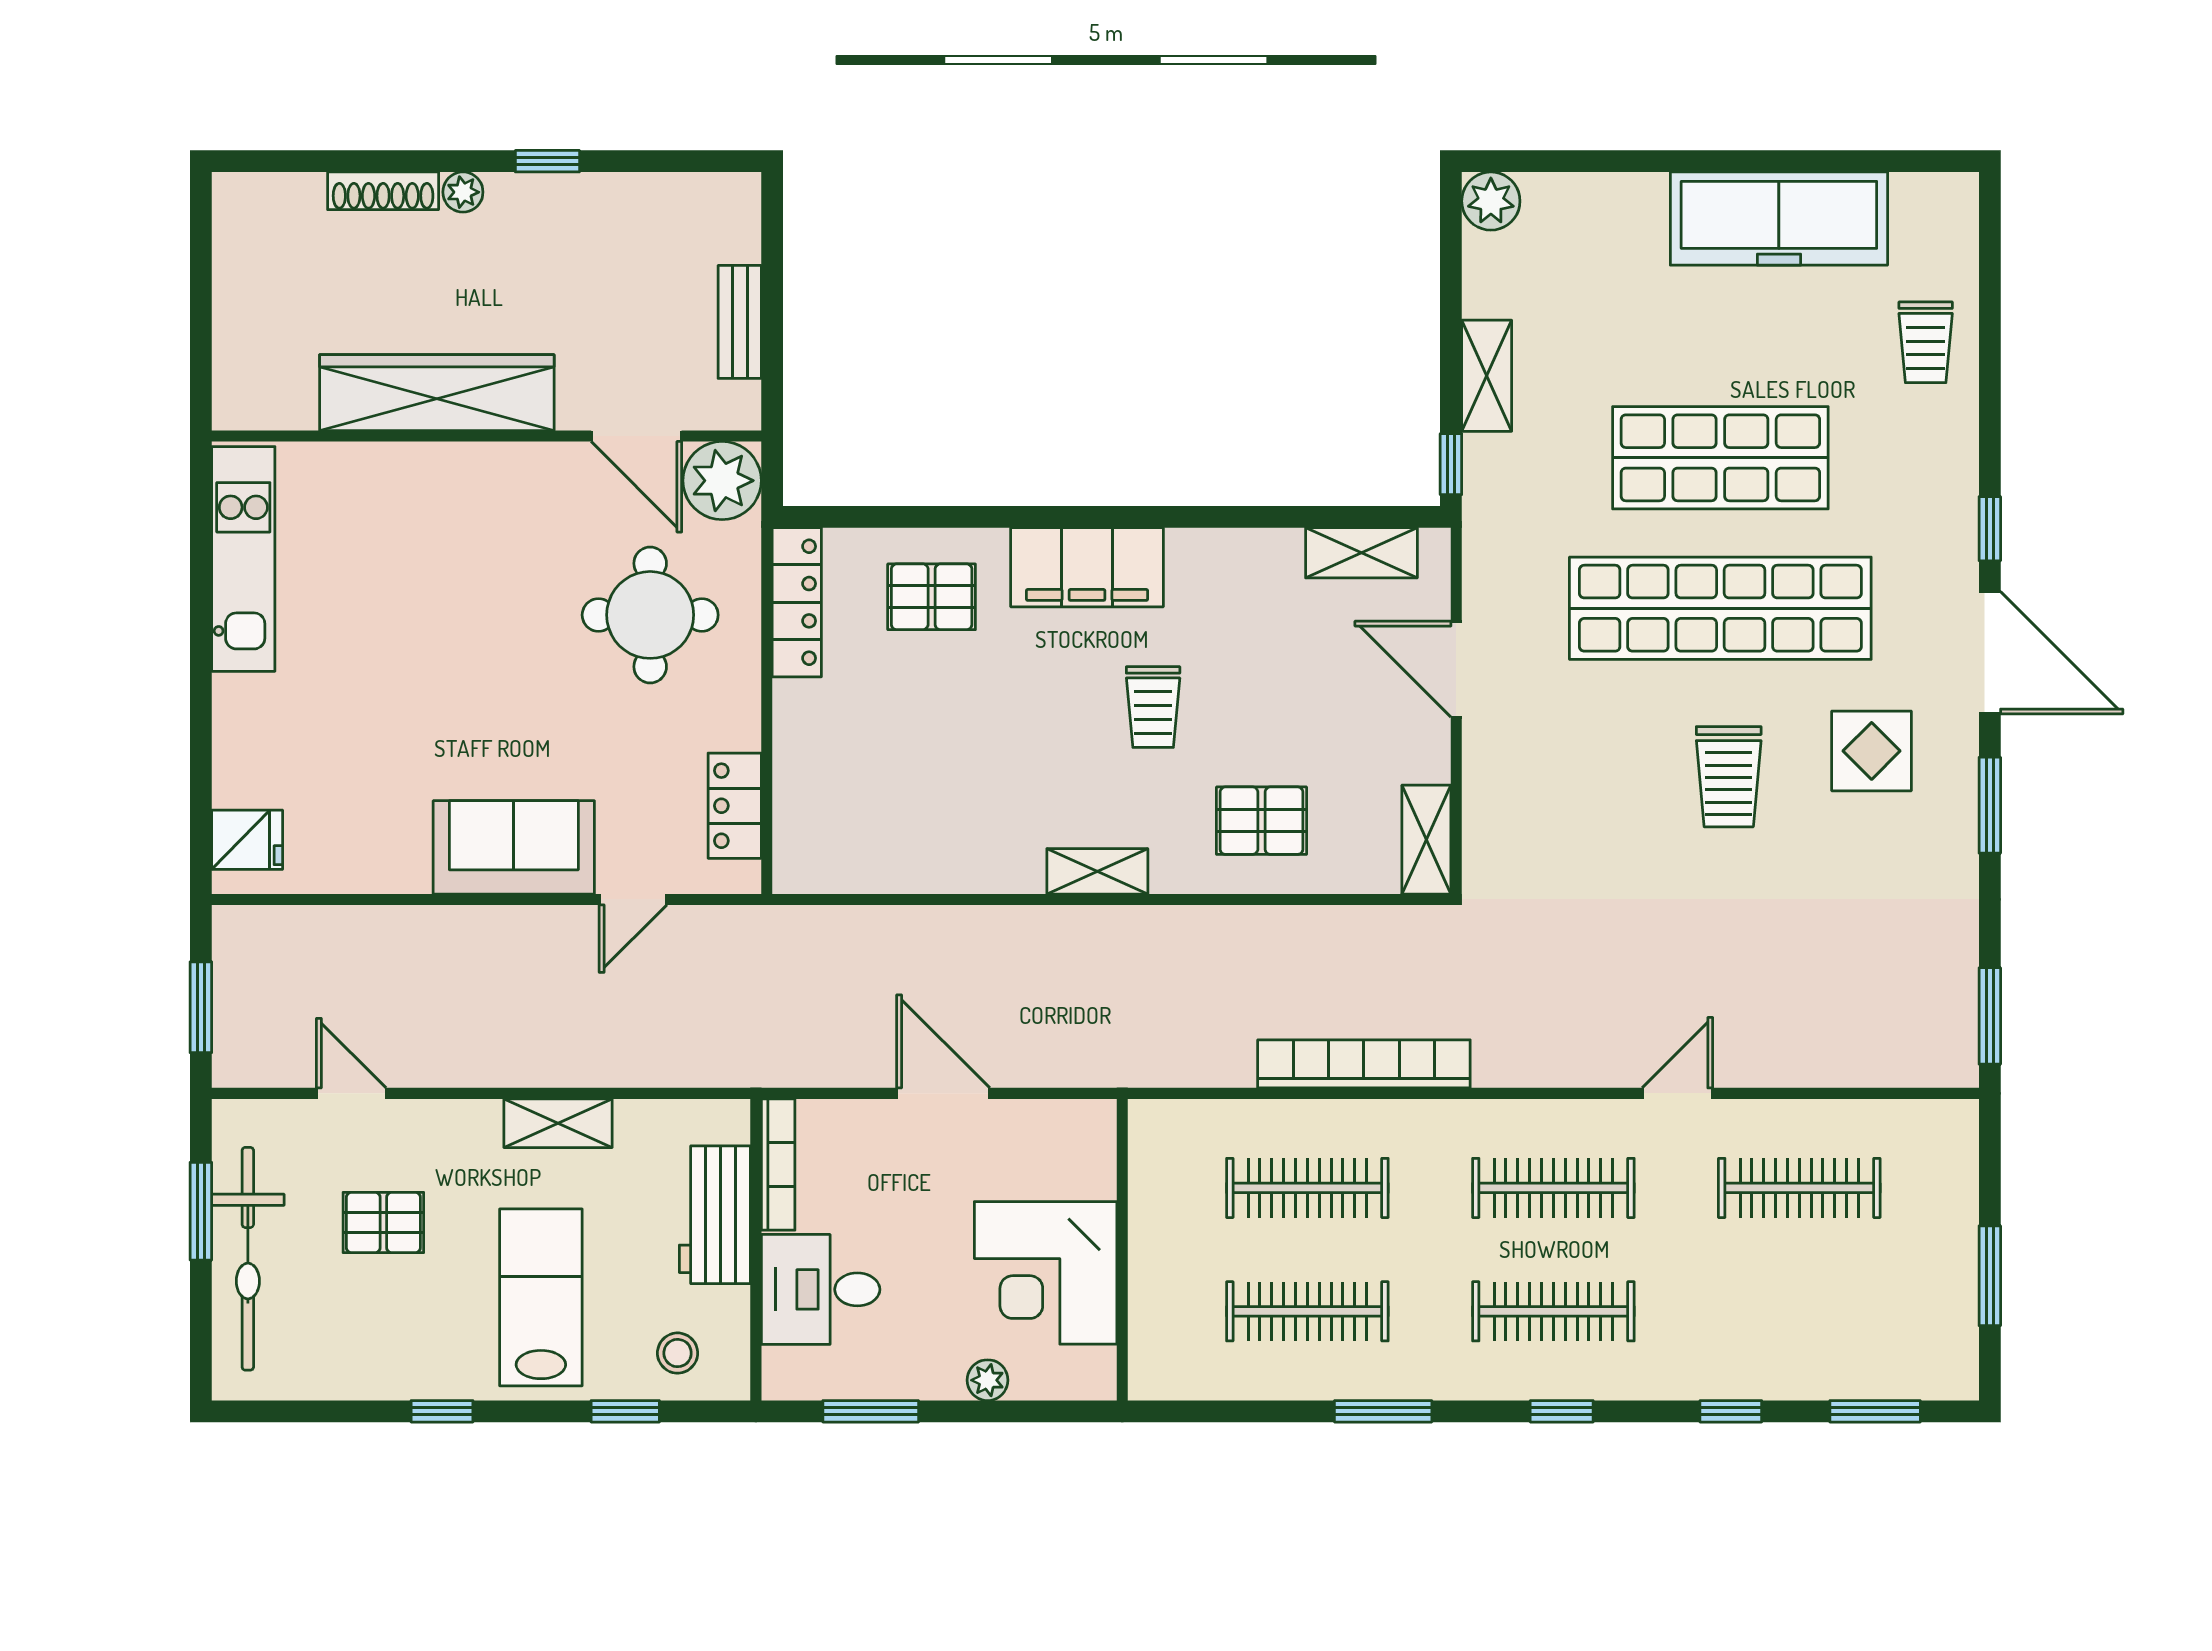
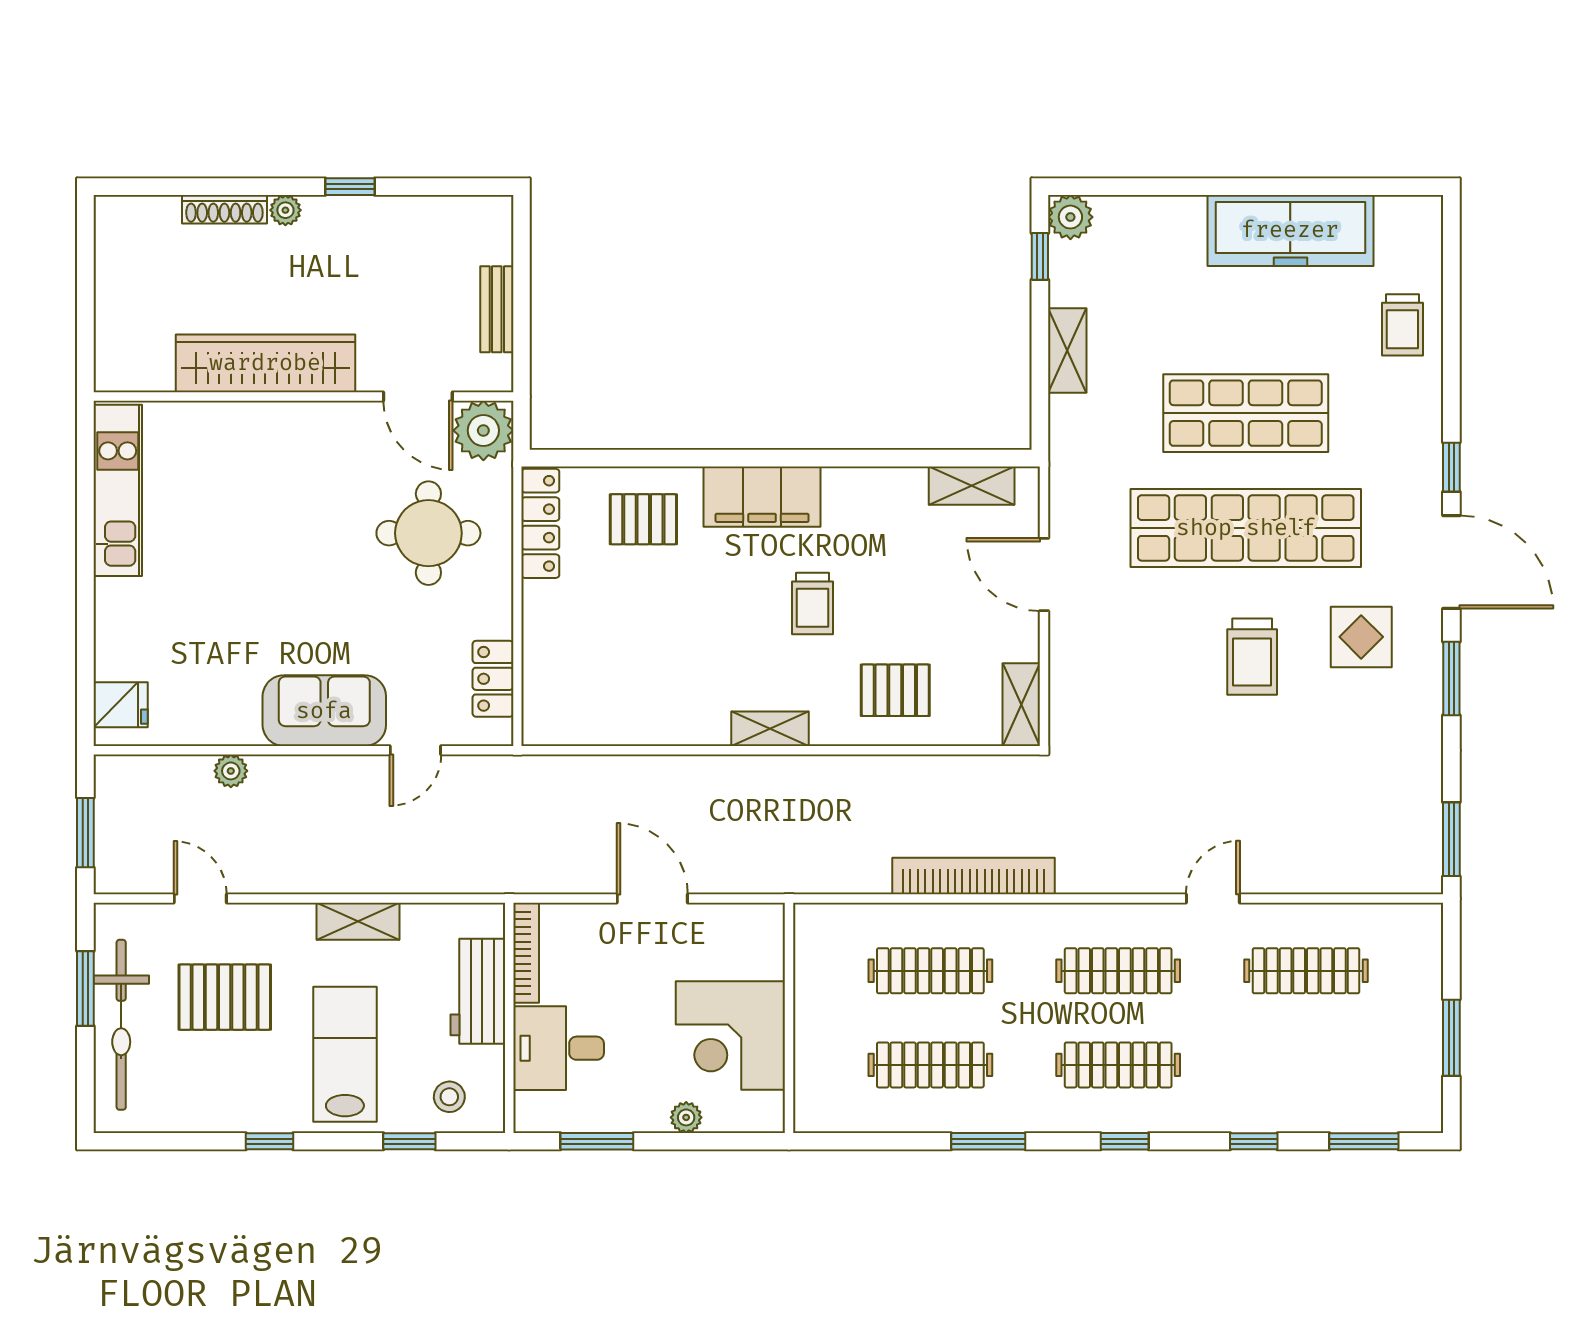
window: (1451, 464) -> (1040, 256), moved
plant: (391, 926) -> (231, 771), added
pallet: (383, 1222) -> (225, 997), width x1.50, depth x1.42

